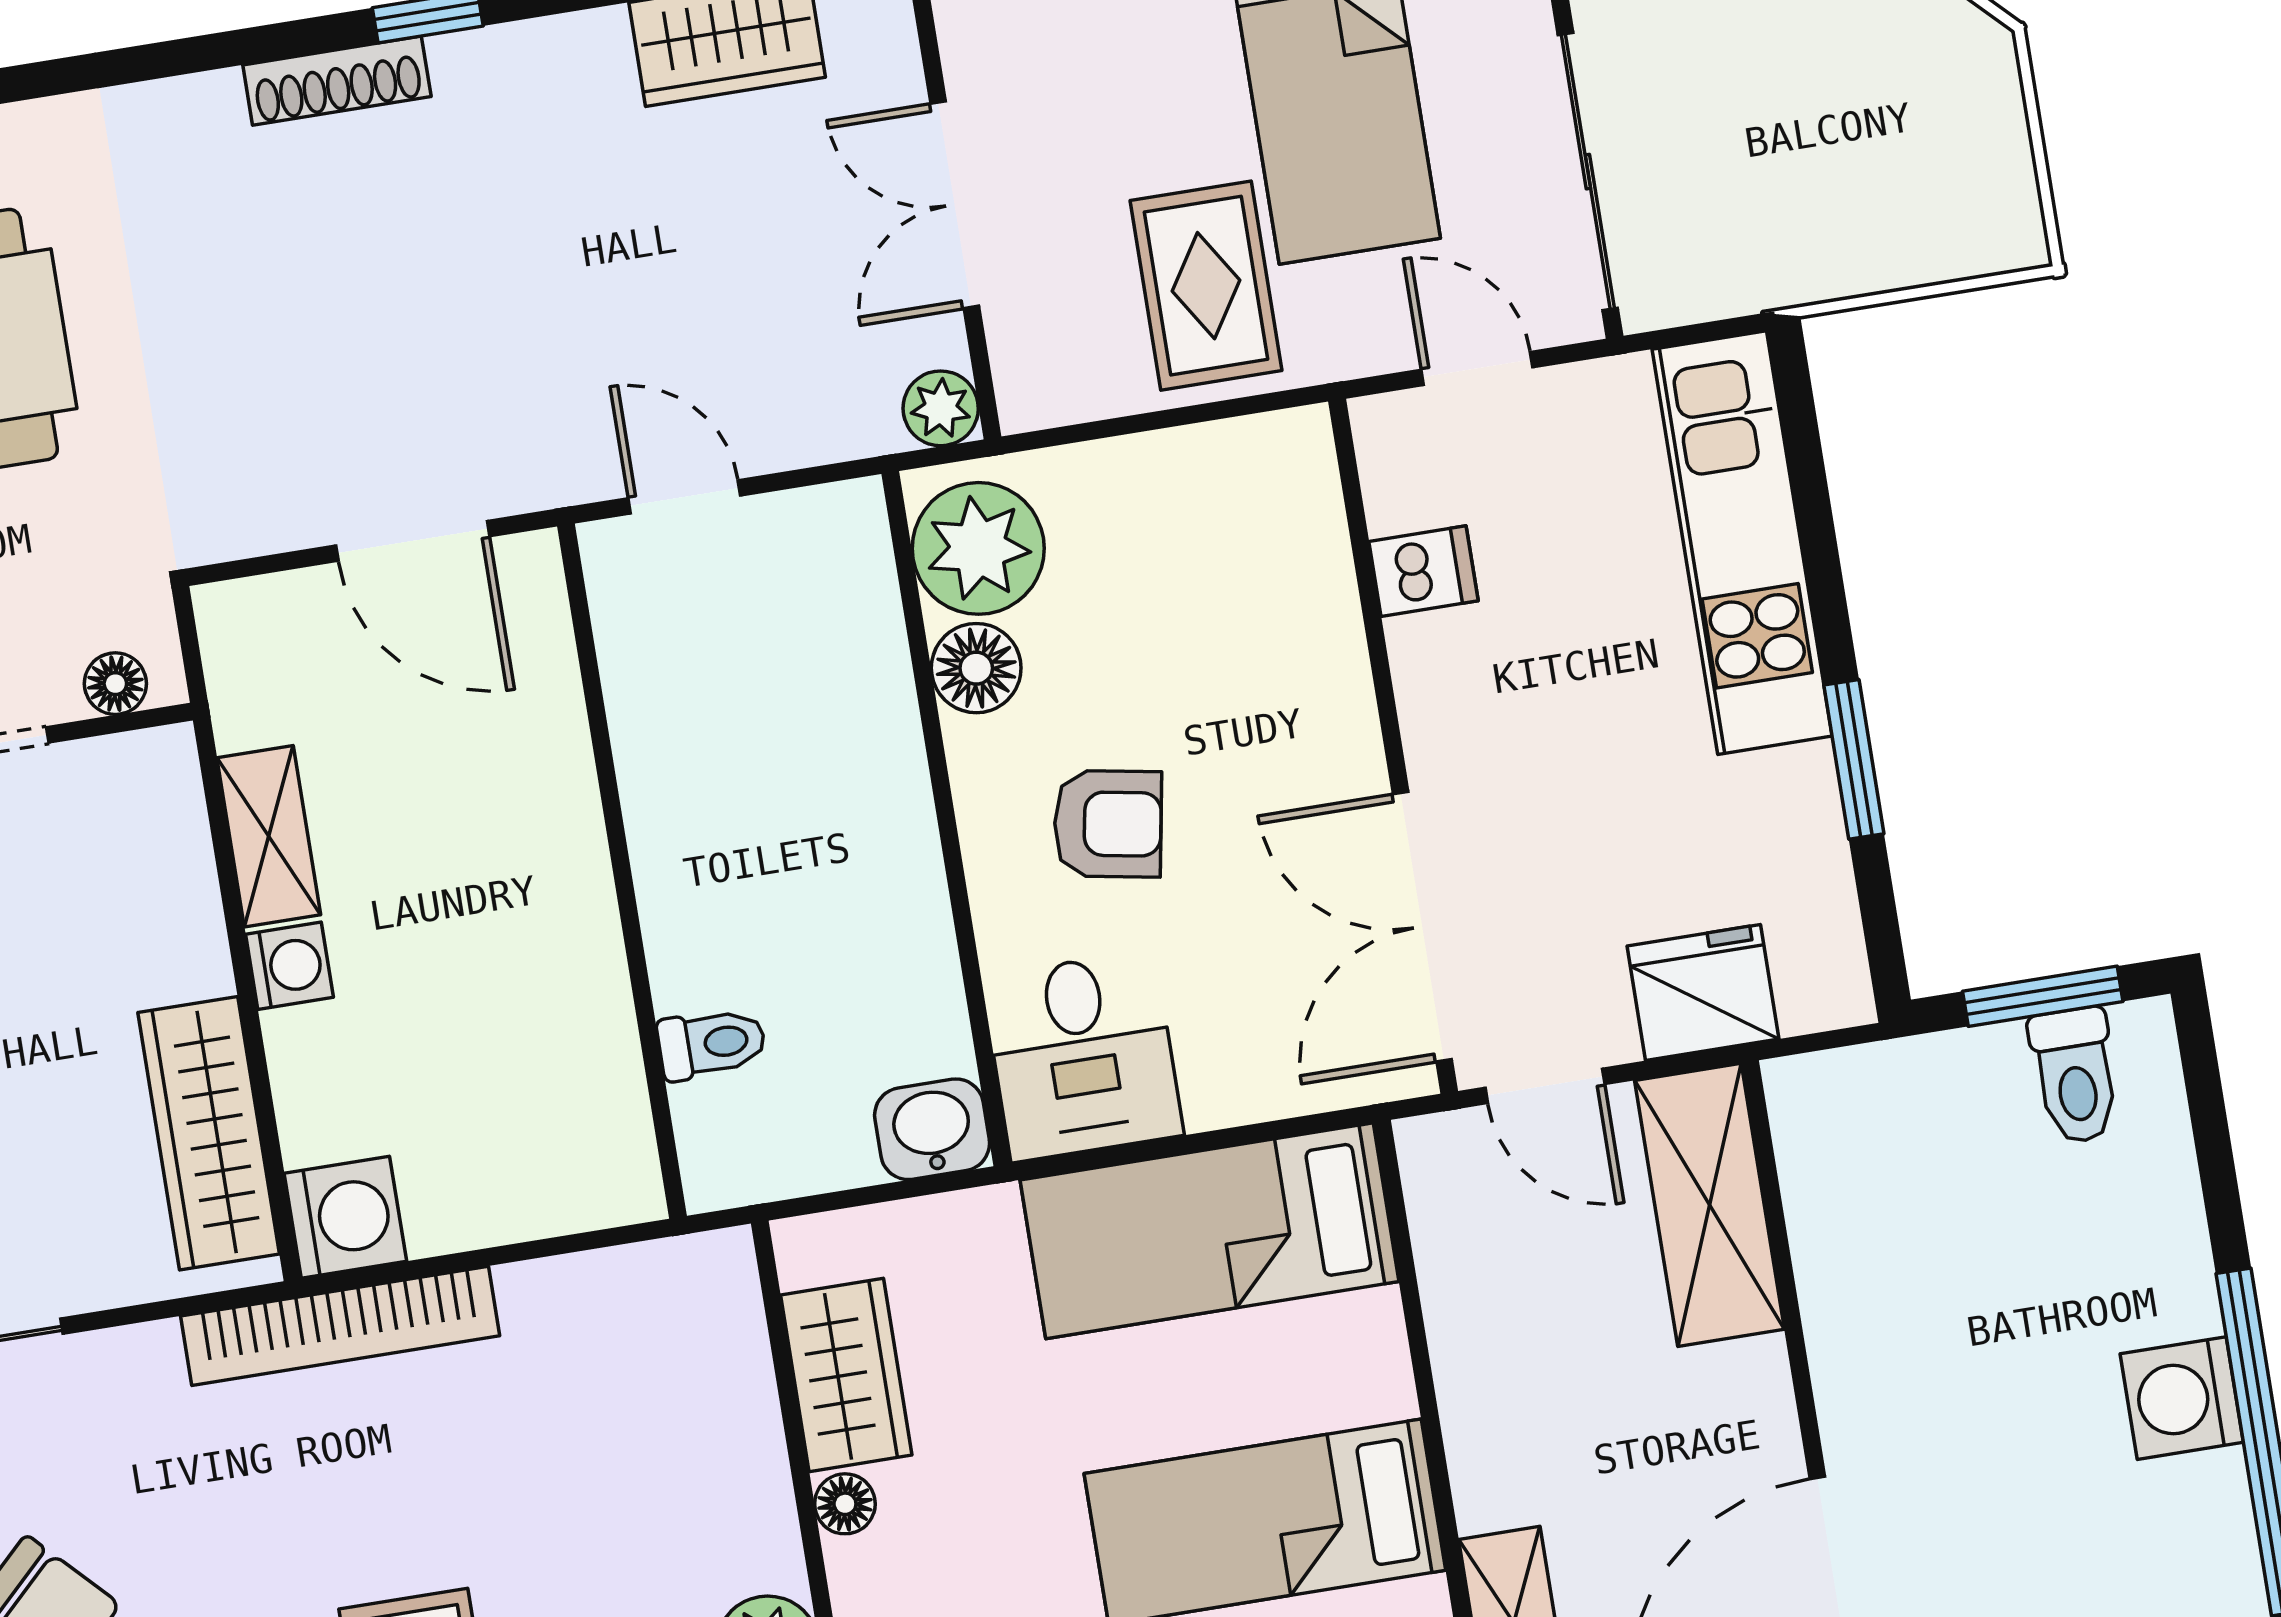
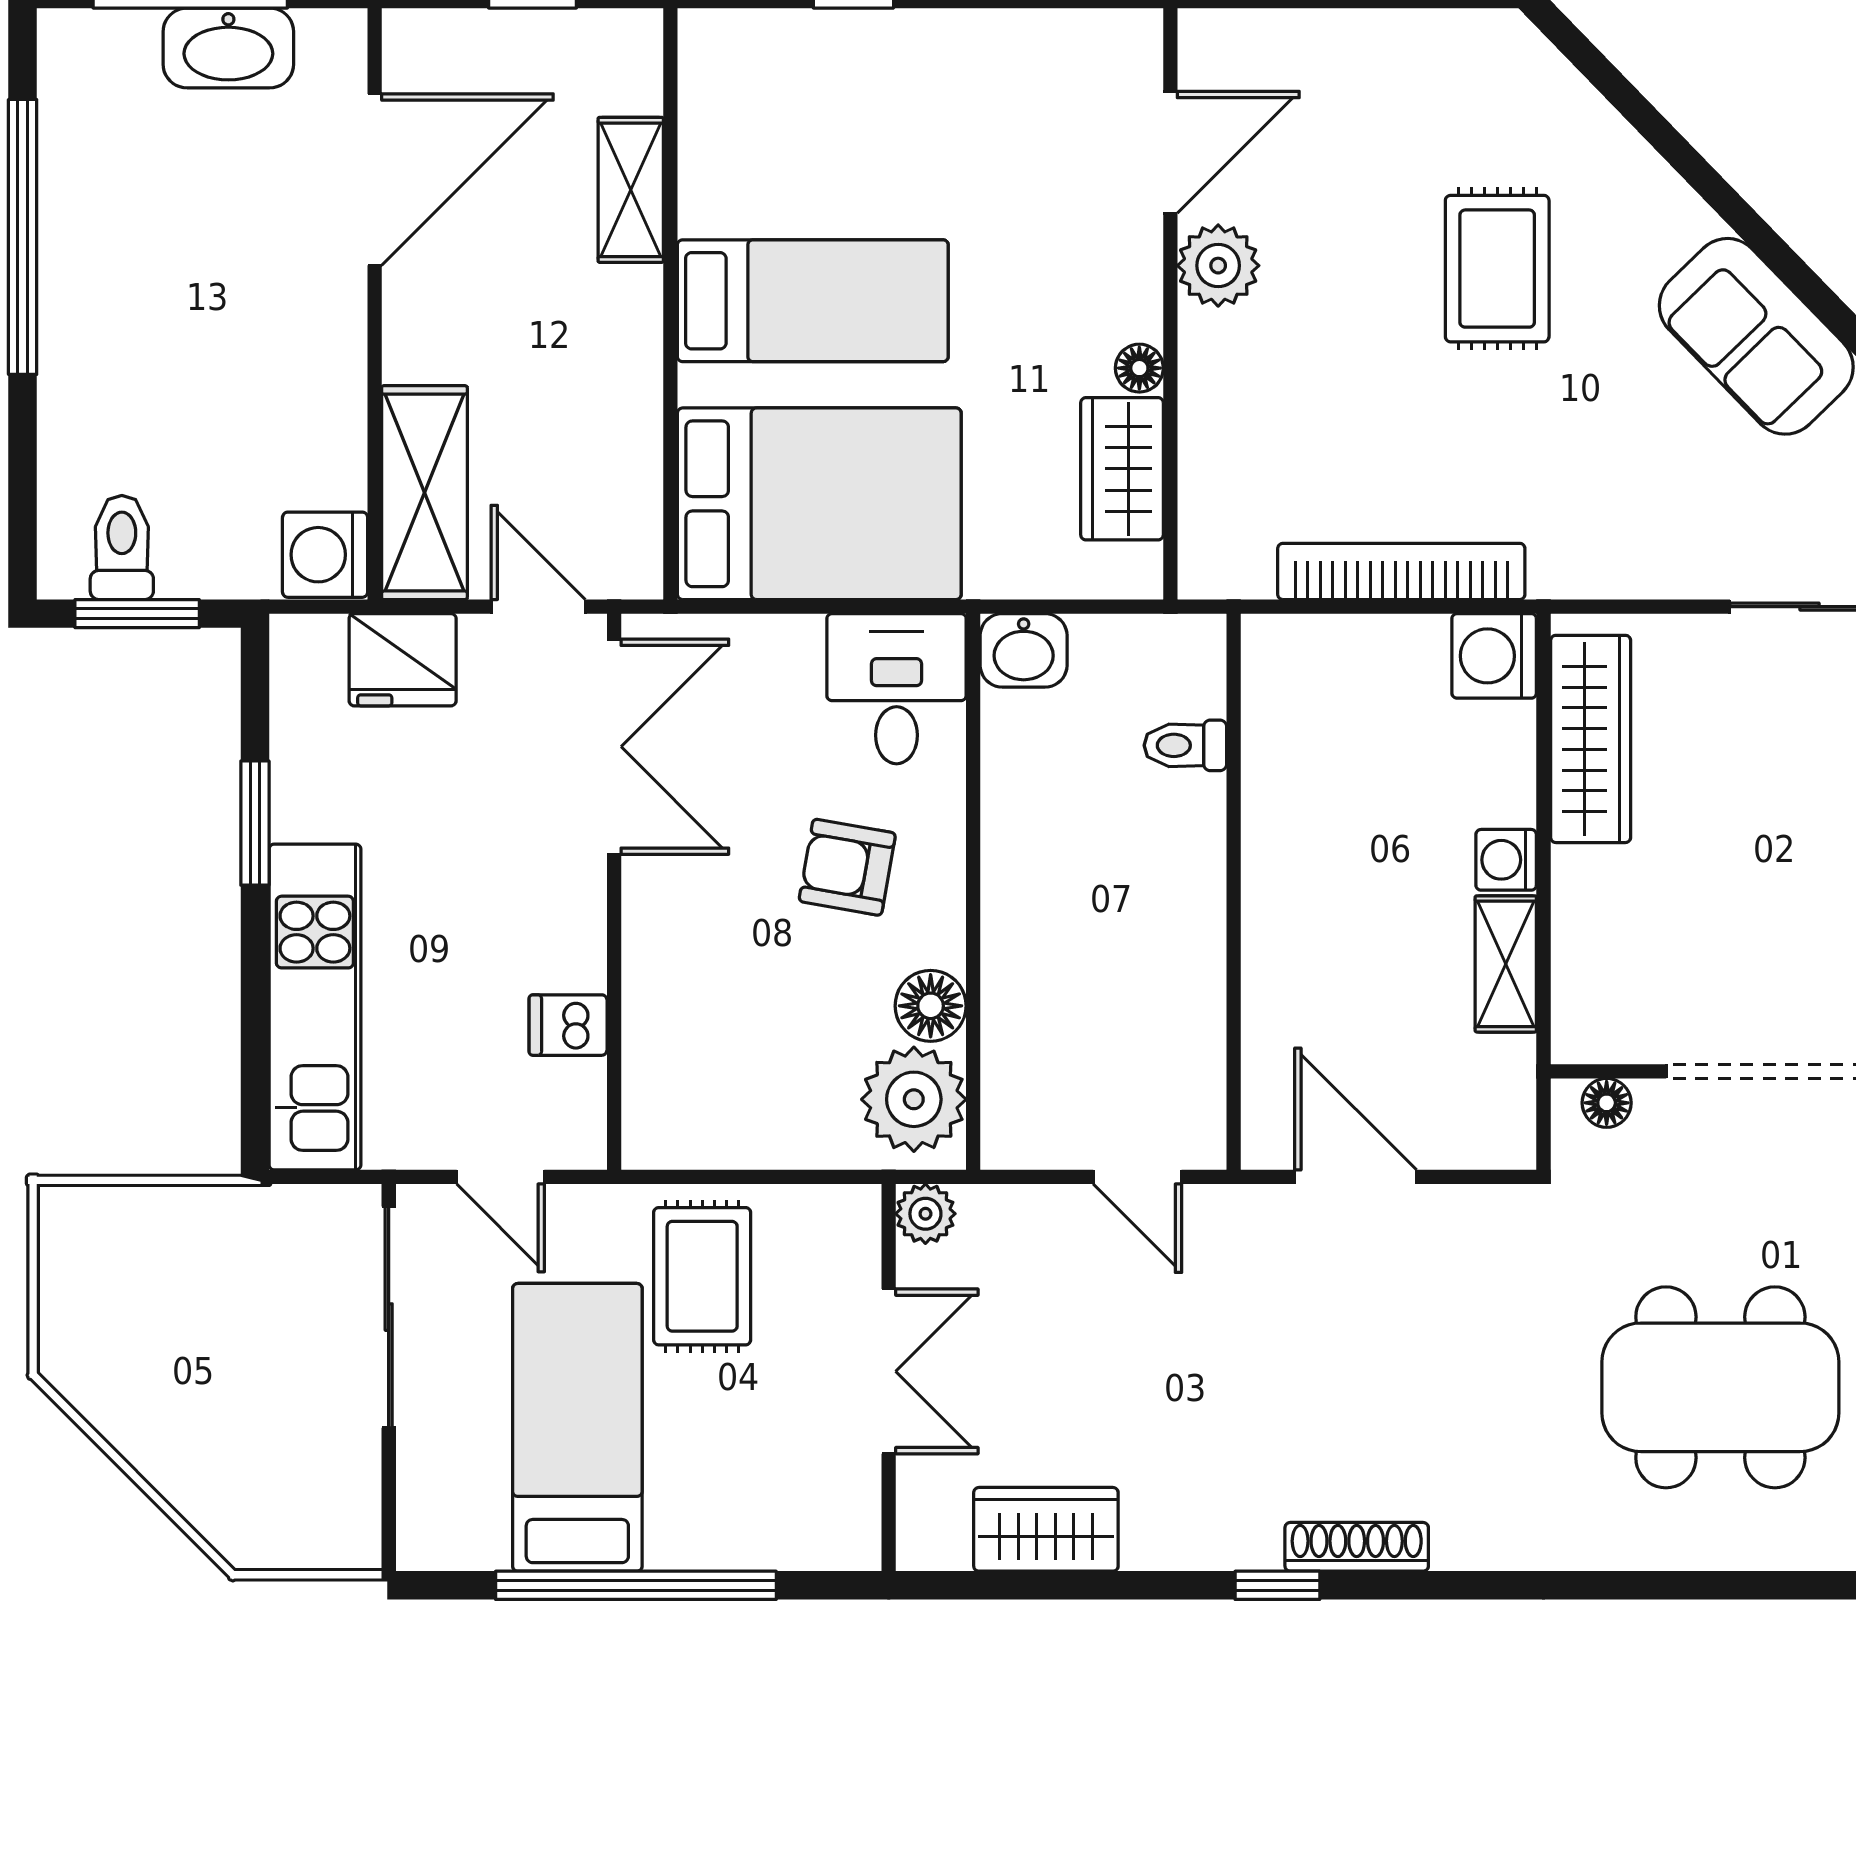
bed: (1209, 1231) -> (819, 504), width x1.50
bookcase: (340, 1326) -> (1401, 571), moved
washing machine: (2182, 1398) -> (325, 555), moved, turned 180

